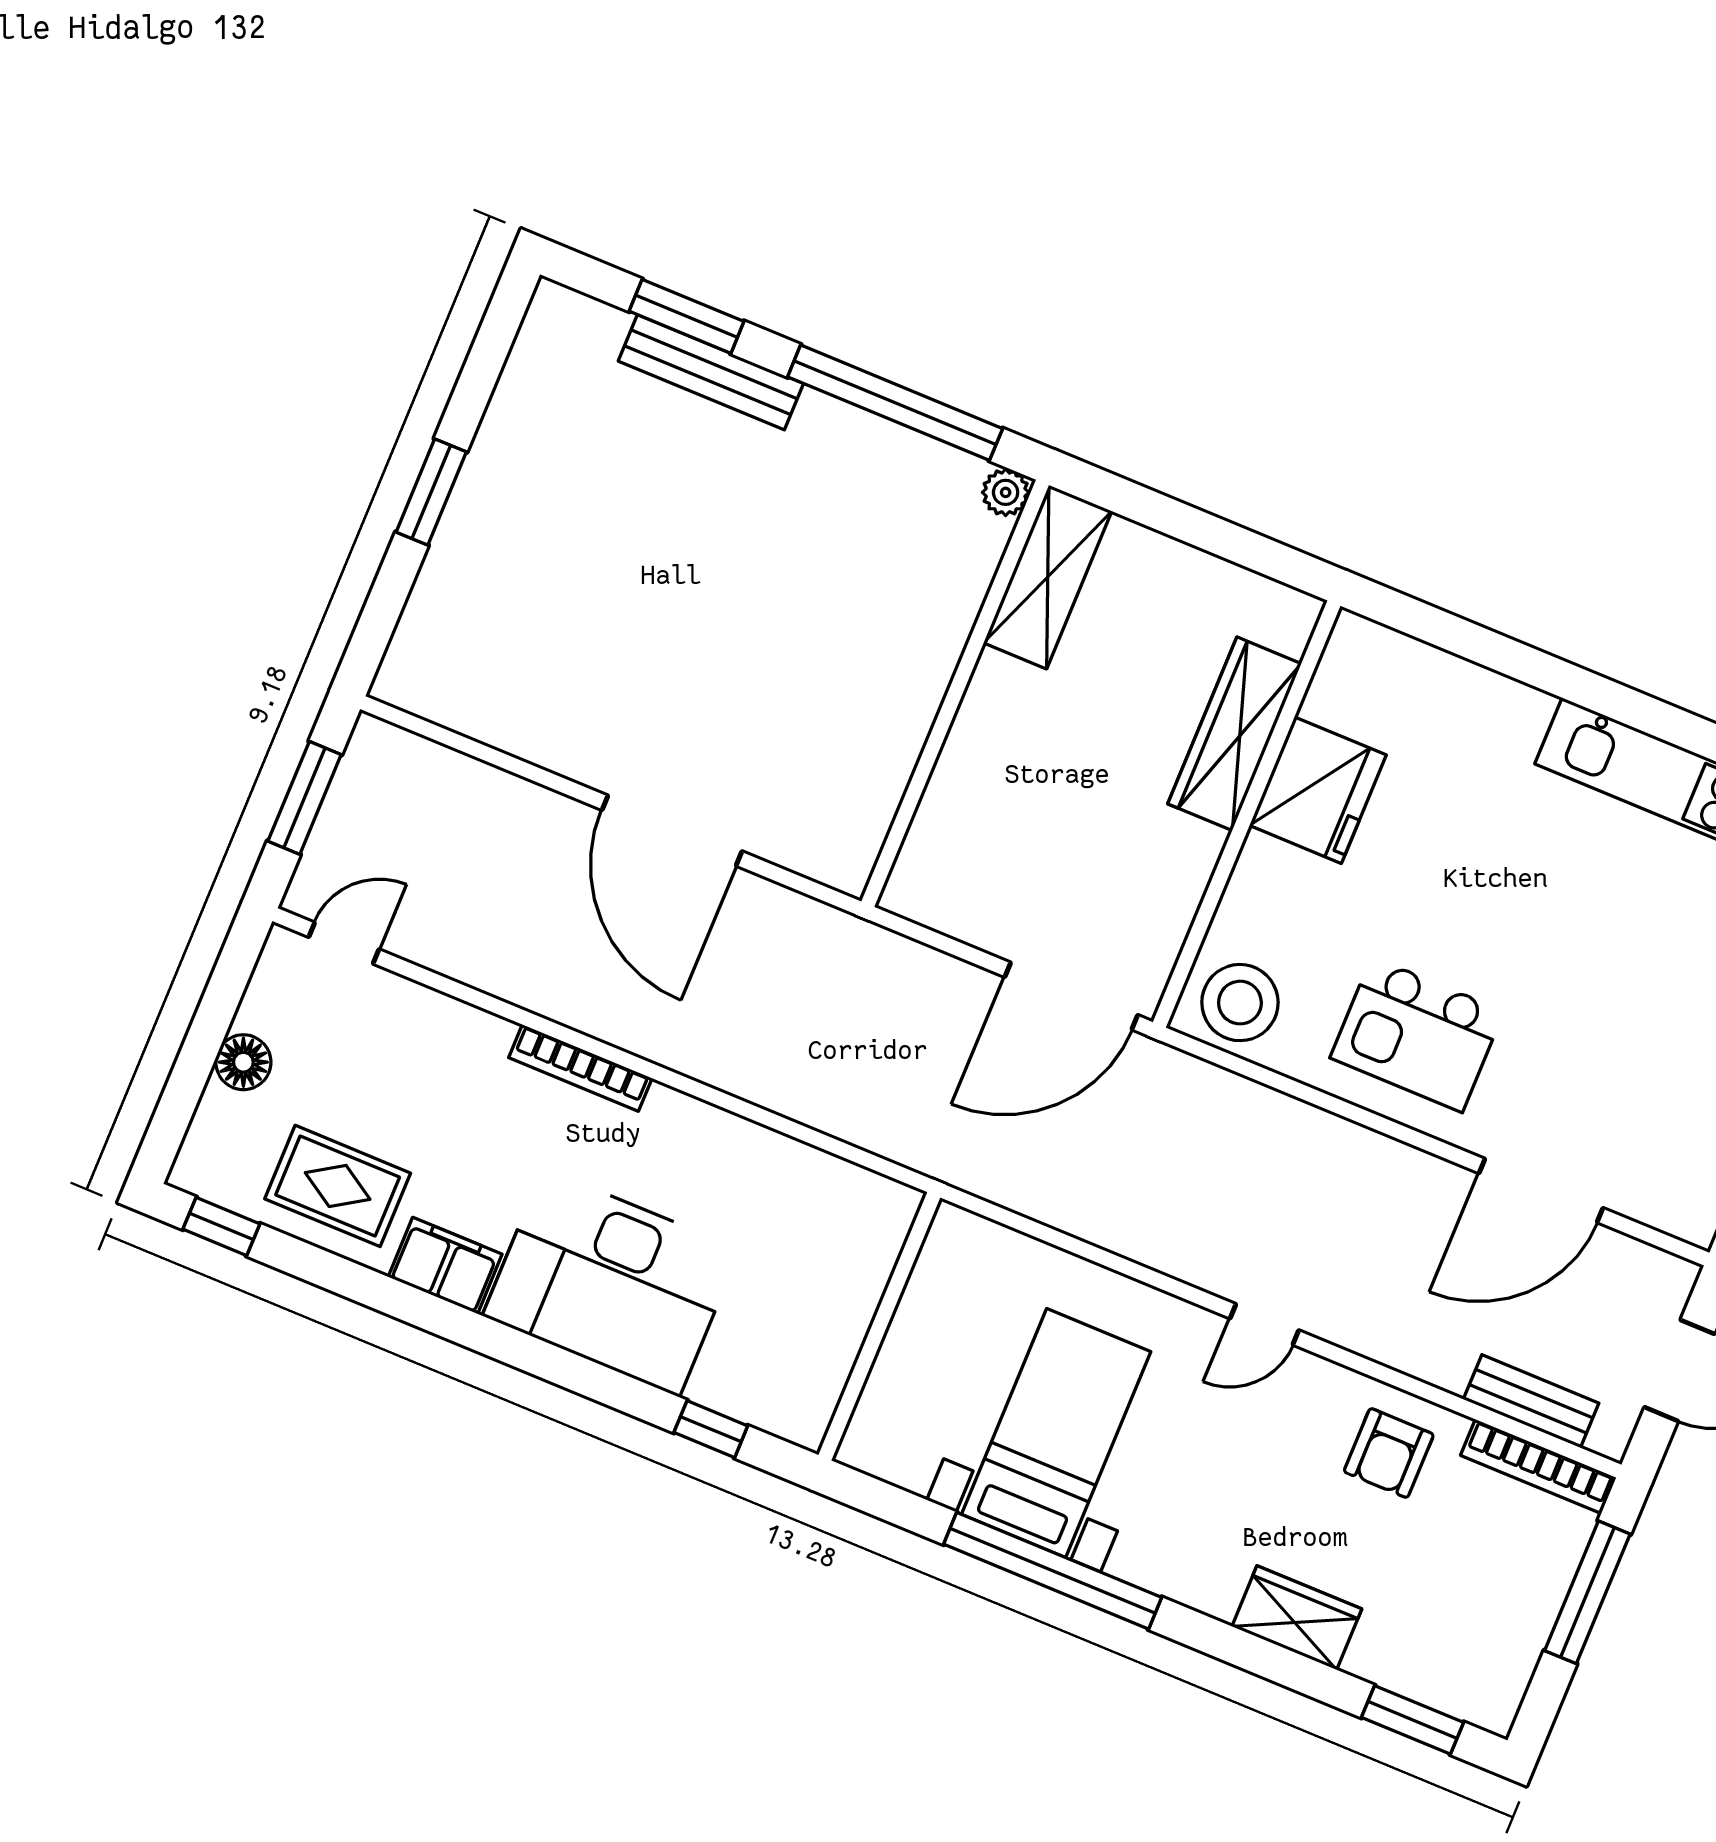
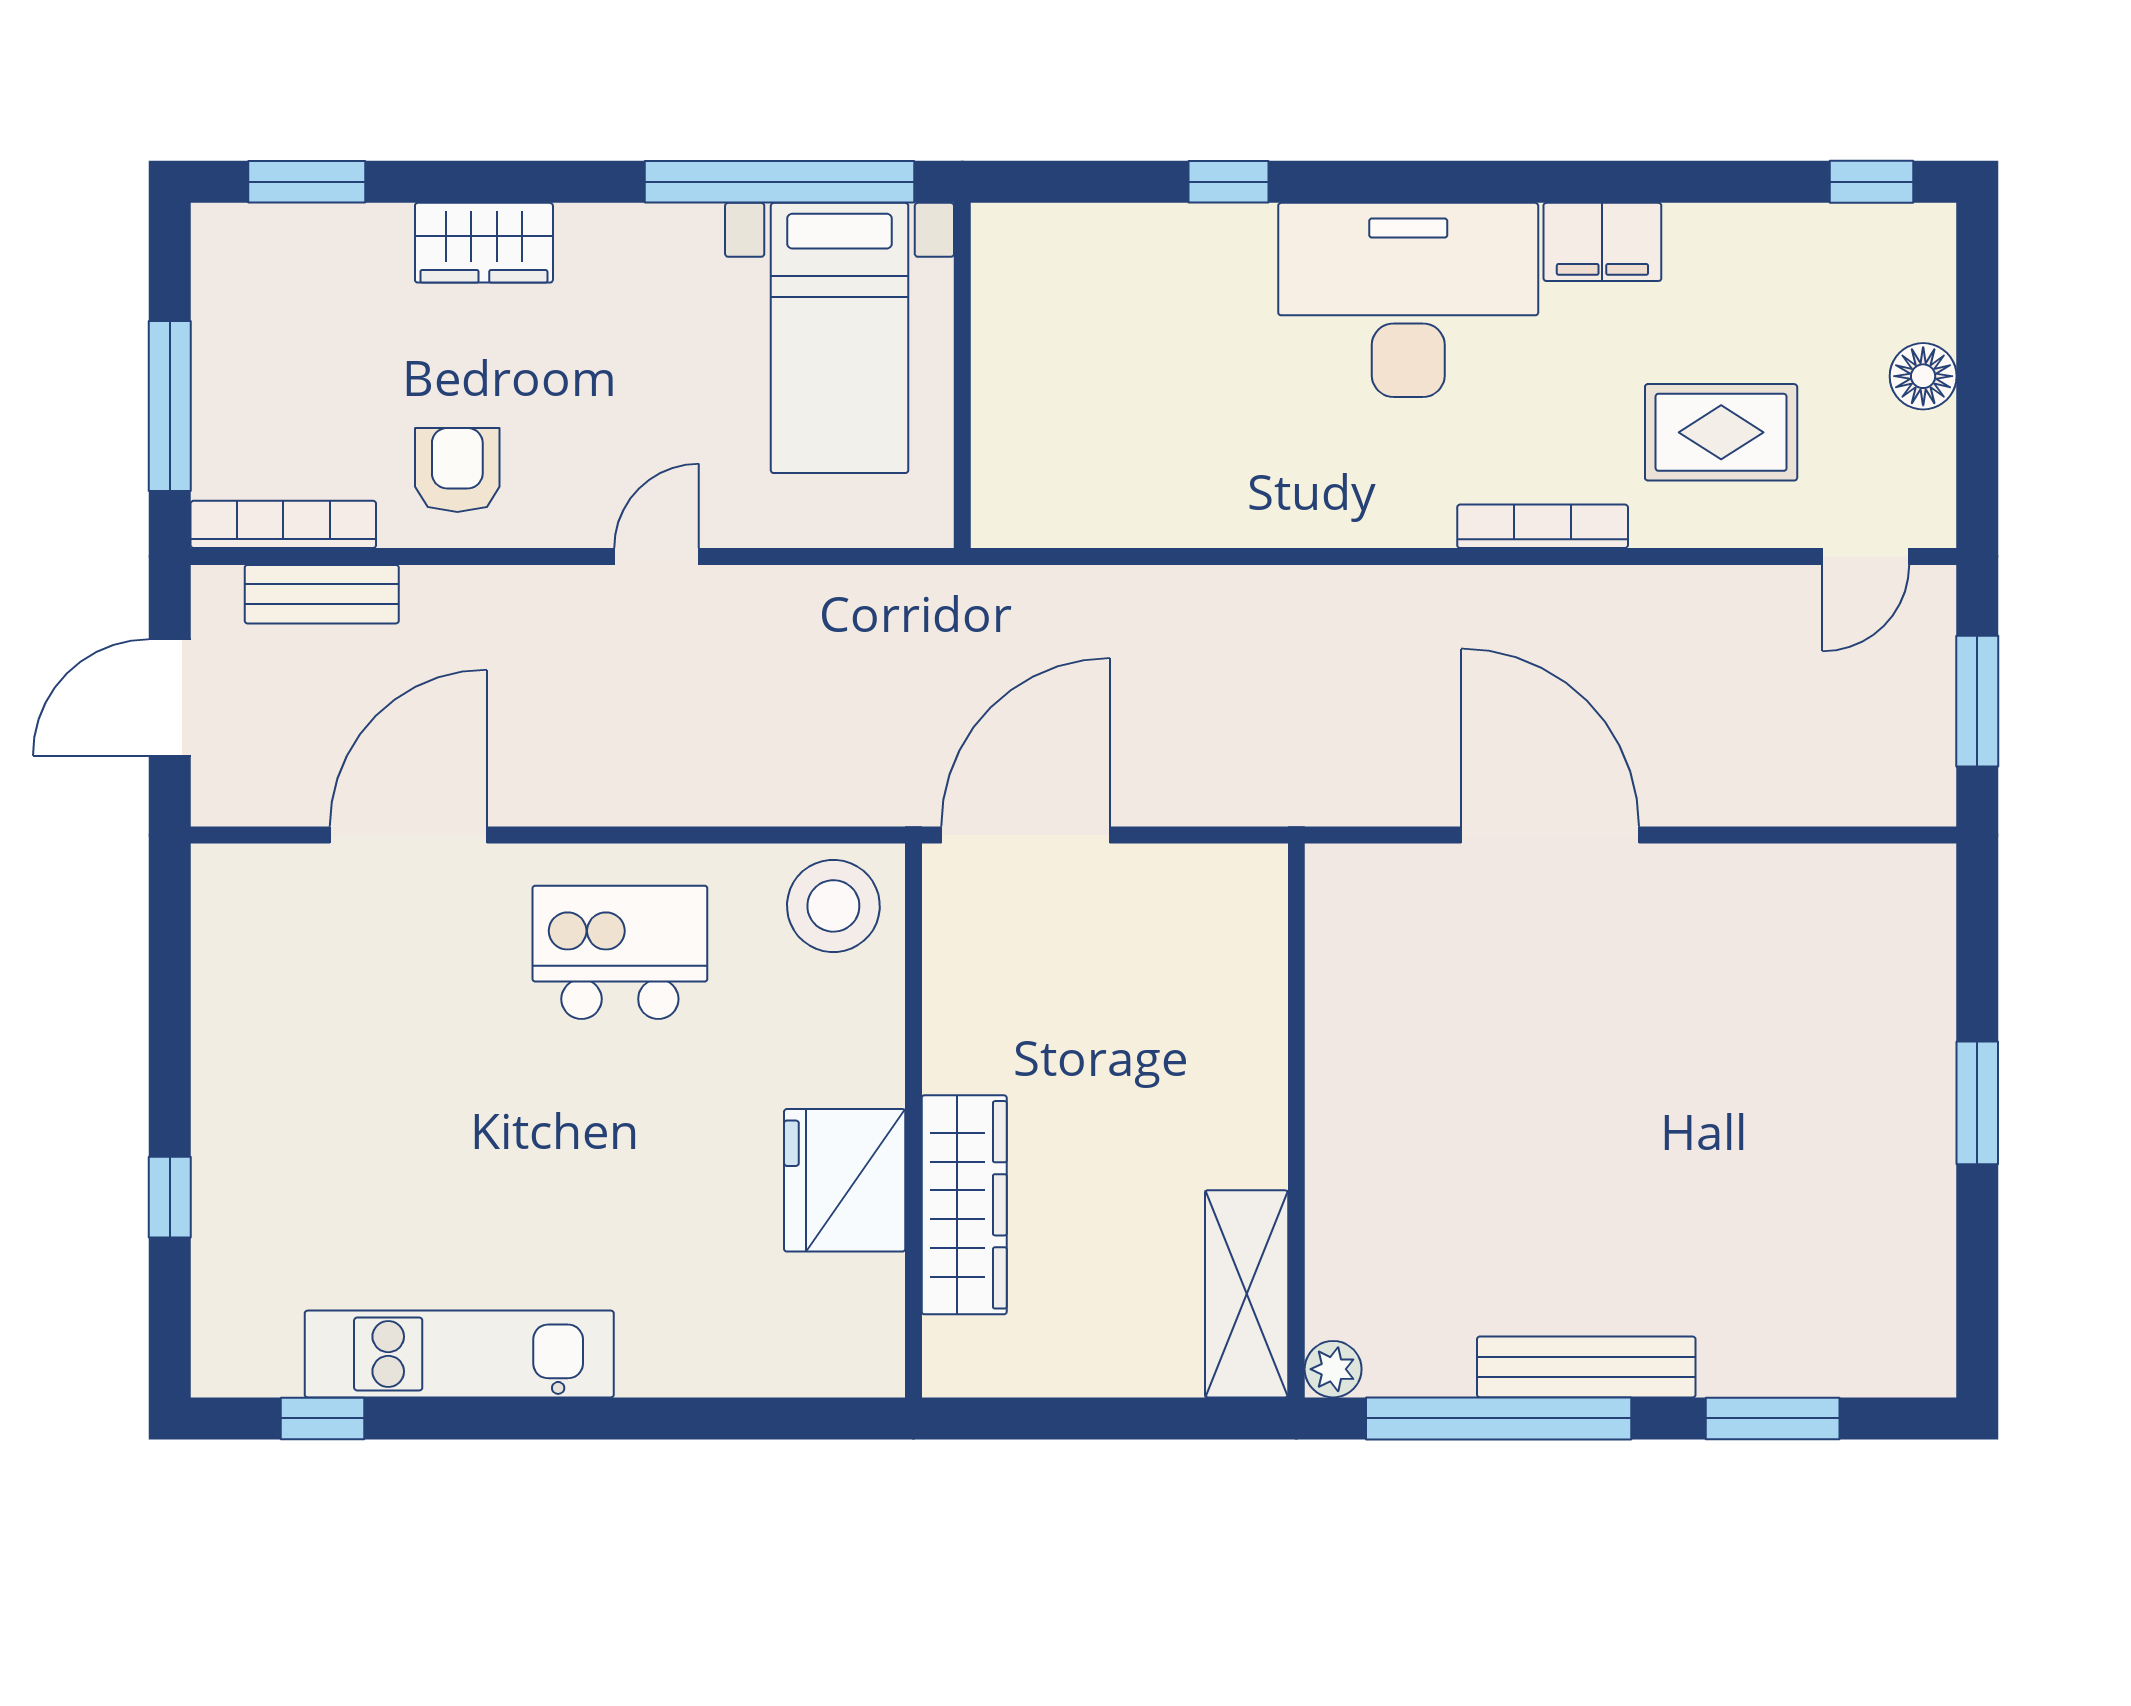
bench: (711, 372) -> (1586, 1367), moved
rug: (338, 1186) -> (1721, 432), moved
wall: (879, 1326) -> (962, 375), moved

